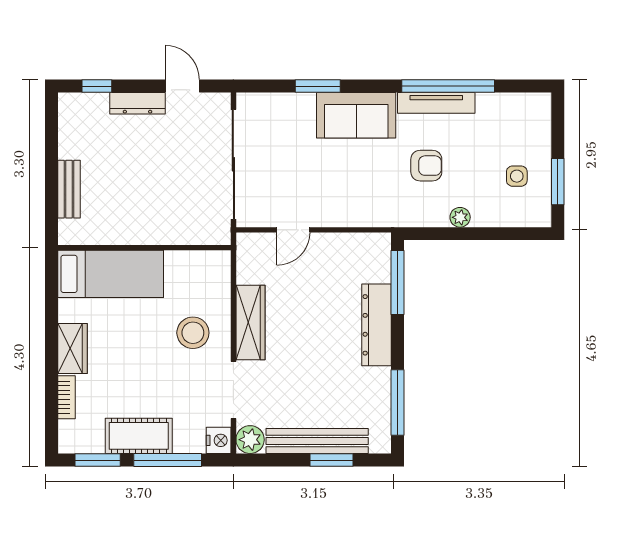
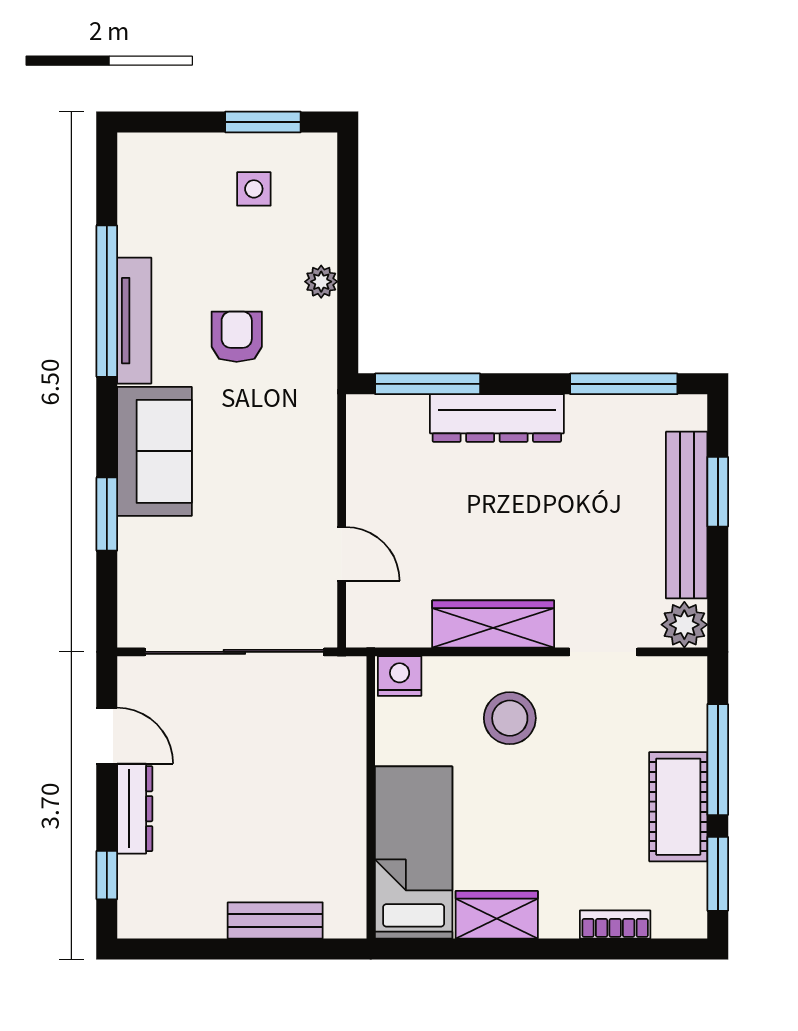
door: (182, 86) -> (107, 736), swing flipped
wardrobe: (73, 348) -> (497, 915), moved
doorway: (233, 390) -> (603, 652), width x0.73
nightstand: (219, 440) -> (400, 676), moved

